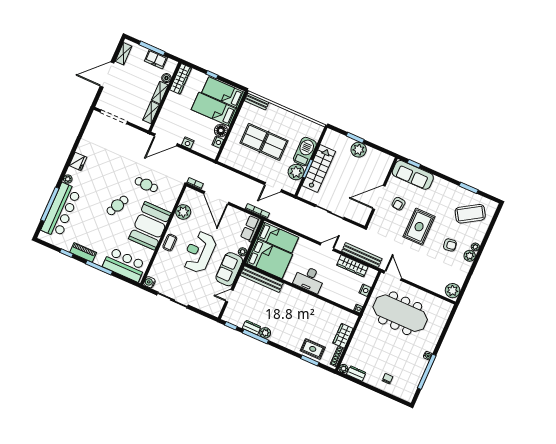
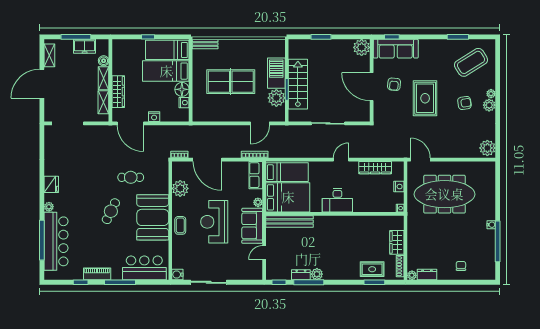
wardrobe: (181, 79) -> (118, 92), moved
door: (166, 140) -> (130, 123), hinge flipped
plant: (359, 150) -> (362, 47), moved
door: (379, 197) -> (372, 87), hinge flipped
bench: (362, 255) -> (380, 152), removed

